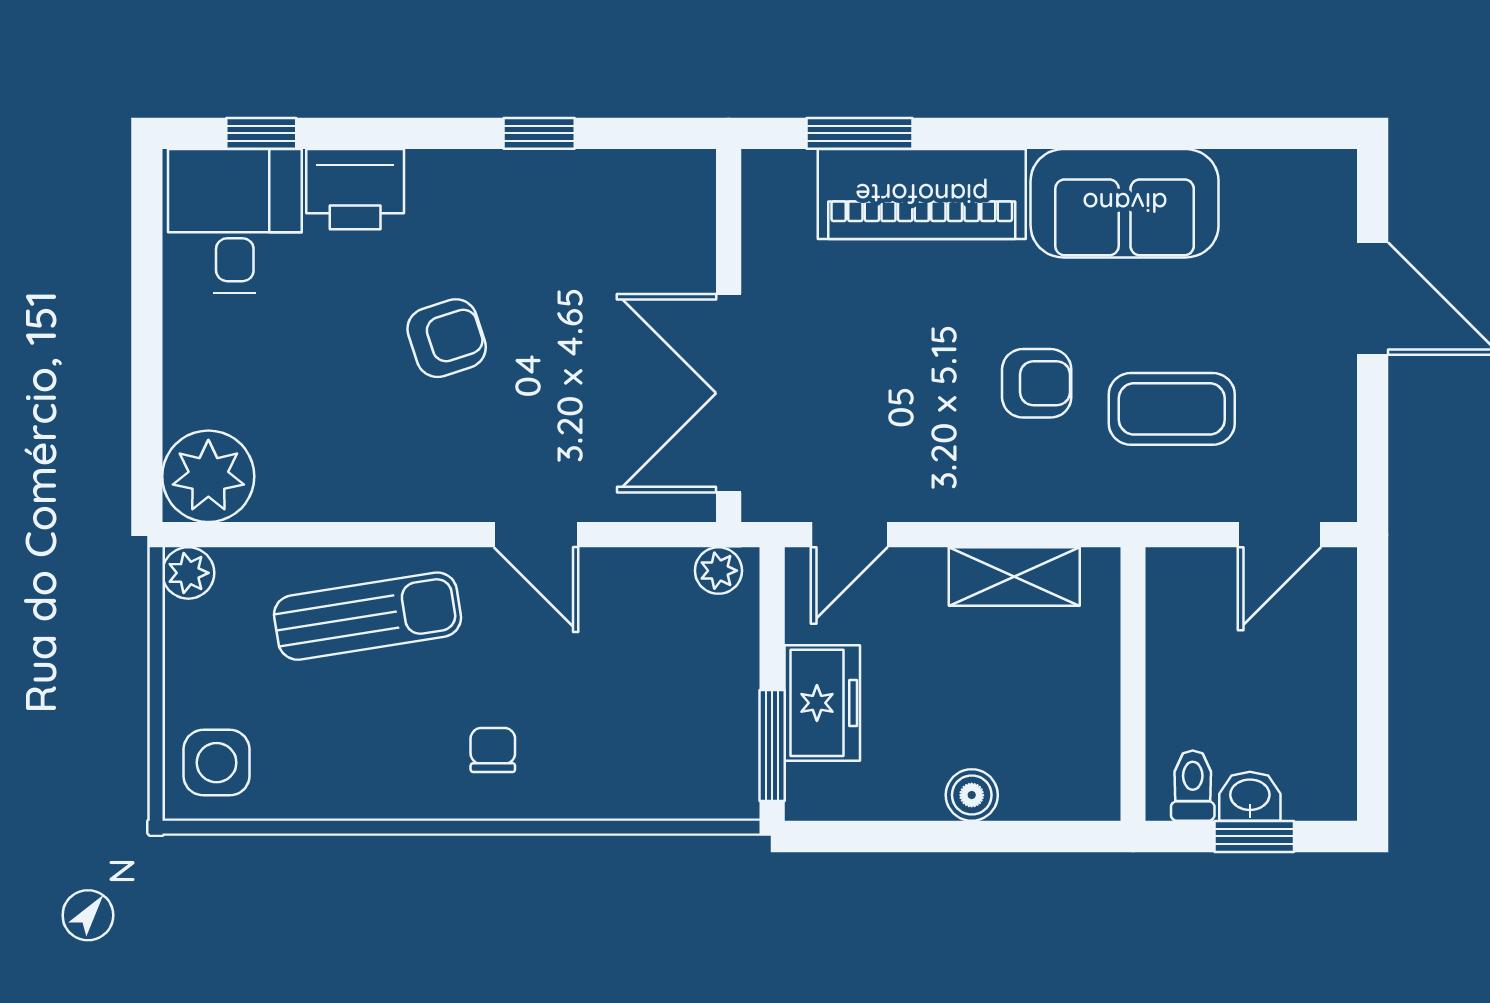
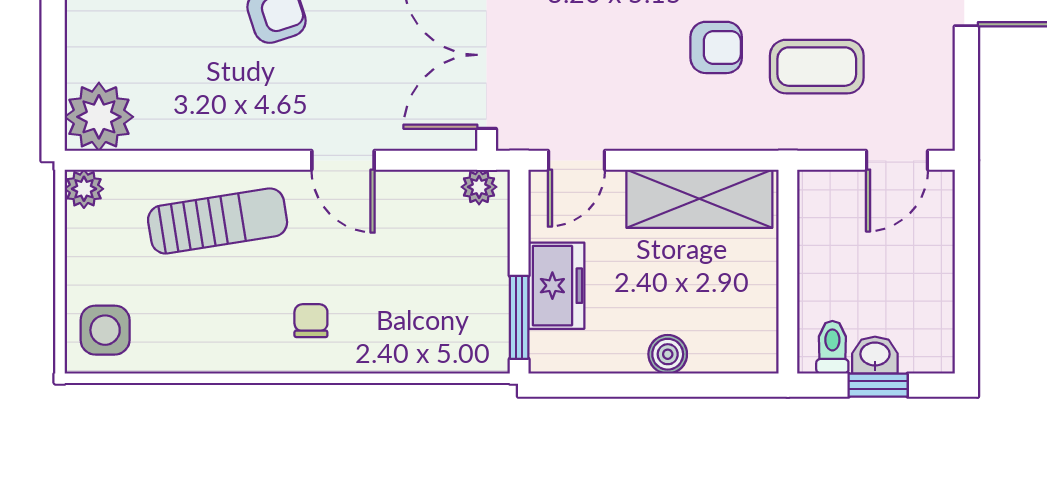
shelving: (1014, 577) -> (699, 199), width x1.50, depth x1.33

